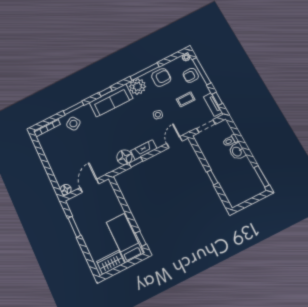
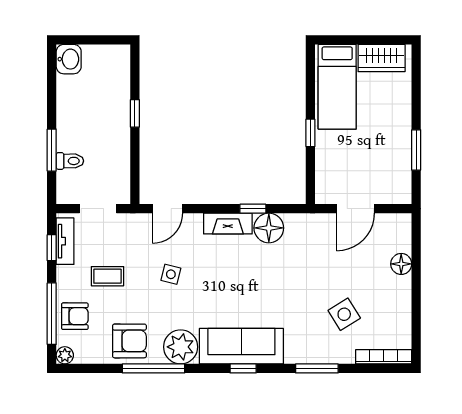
armchair: (161, 77) -> (129, 341), turned 180
side table: (73, 124) -> (344, 314), moved
washbasin: (237, 151) -> (69, 59), moved
window: (261, 176) -> (52, 150), moved
floor lamp: (66, 190) -> (401, 264), moved
window: (141, 239) -> (310, 133), moved

